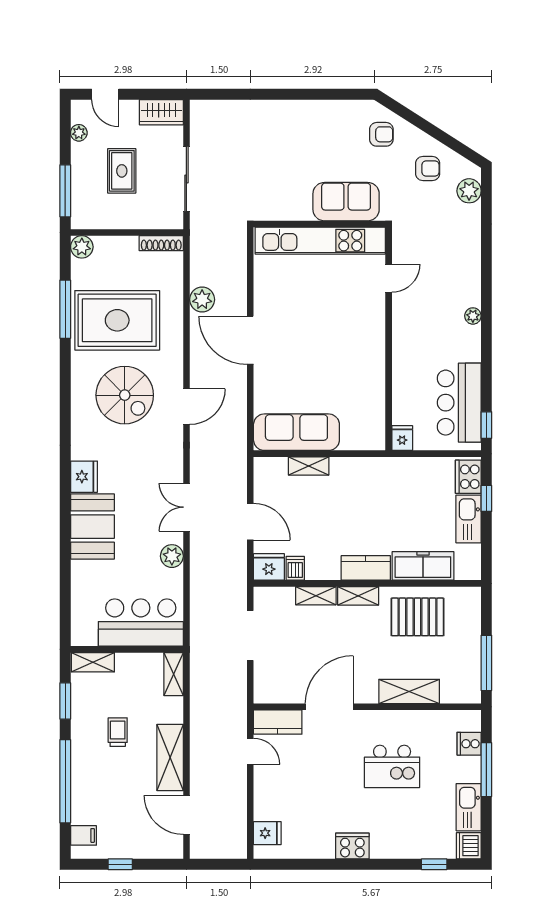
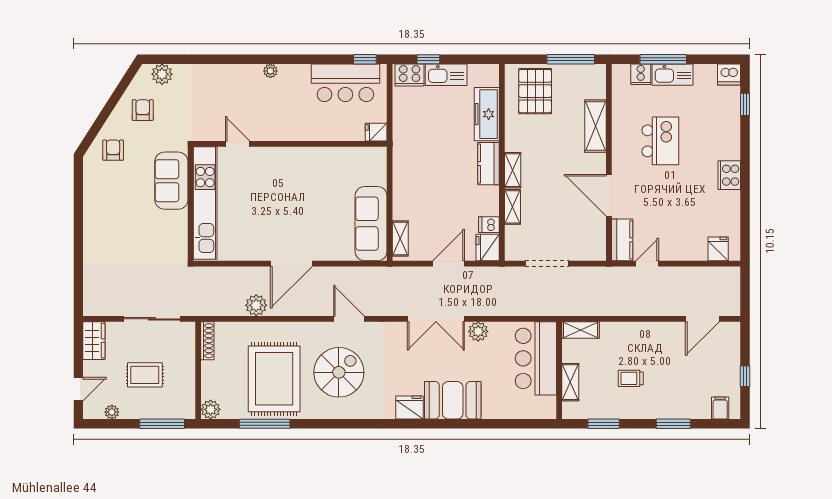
shelving: (309, 466) -> (400, 238), moved
double door: (186, 507) -> (436, 319), width x1.37
pallet: (418, 617) -> (535, 91), moved
shelving: (93, 662) -> (570, 382), moved
shelving: (170, 757) -> (653, 333), removed
window: (65, 781) -> (673, 424), width x0.47
kitchen sink: (469, 807) -> (673, 75), moved

